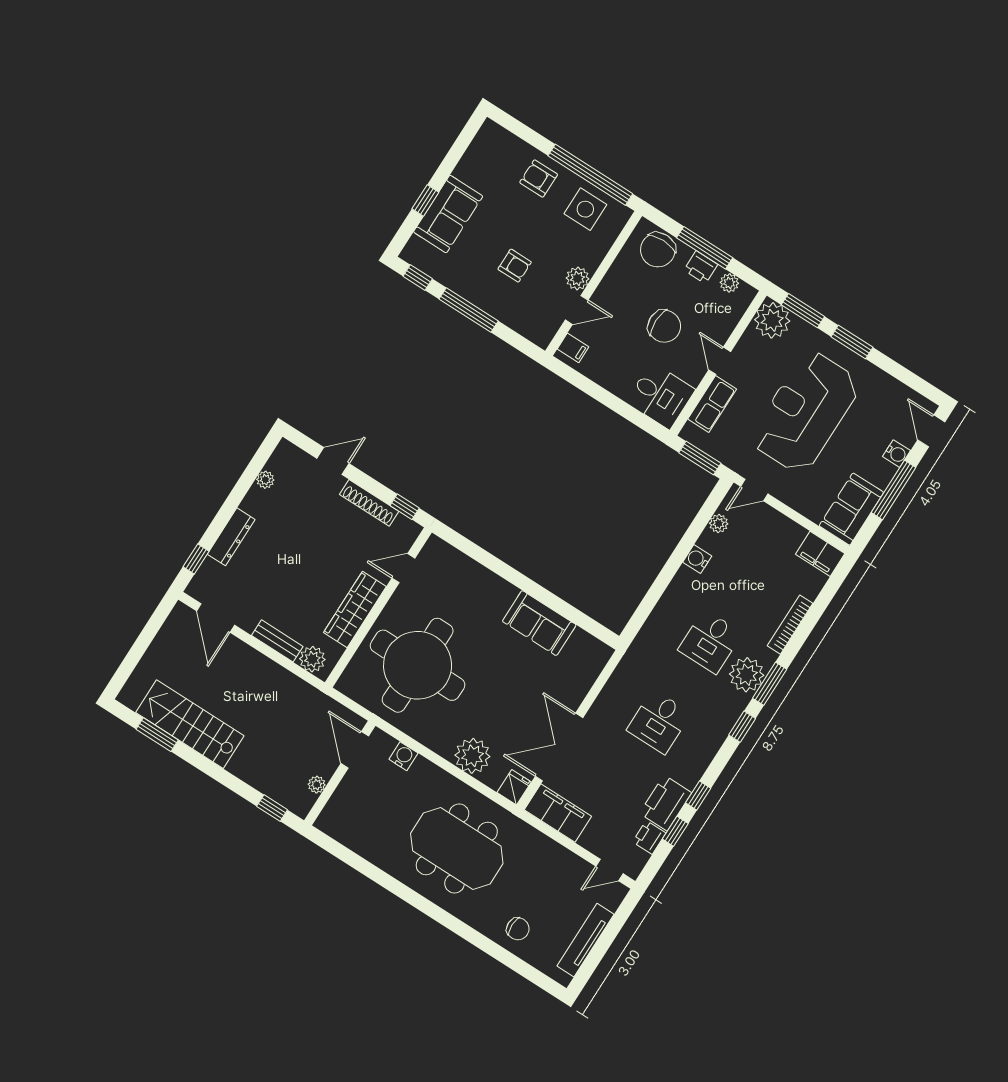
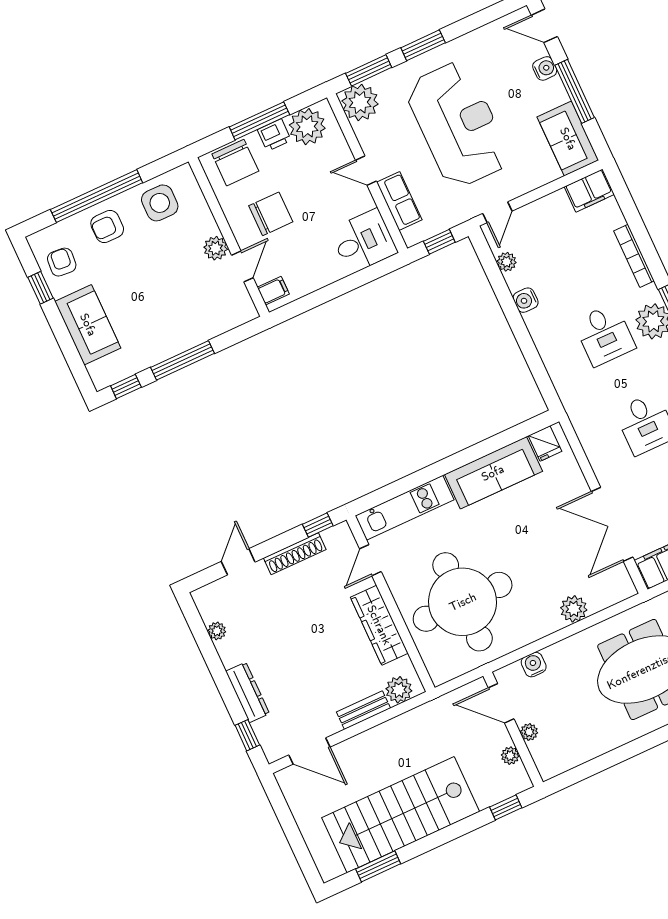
window: (590, 175) -> (97, 196), moved
window: (425, 200) -> (41, 288), moved
armchair: (515, 266) -> (62, 262), moved, turned -85
plant: (729, 283) -> (307, 127), width x1.87, depth x1.87
chair: (664, 326) -> (271, 214), moved
reception desk: (805, 412) -> (458, 125), turned 180
window: (700, 458) -> (439, 242), width x0.67
kitchen unit: (464, 569) -> (405, 508), added
sofa: (539, 623) -> (493, 473), width x1.36
stairs: (190, 724) -> (401, 815), width x1.36, depth x1.51
plant: (472, 756) -> (574, 609), width x0.73, depth x0.73
fridge: (514, 787) -> (545, 444), moved, turned 180
plant: (346, 788) -> (529, 732), added

